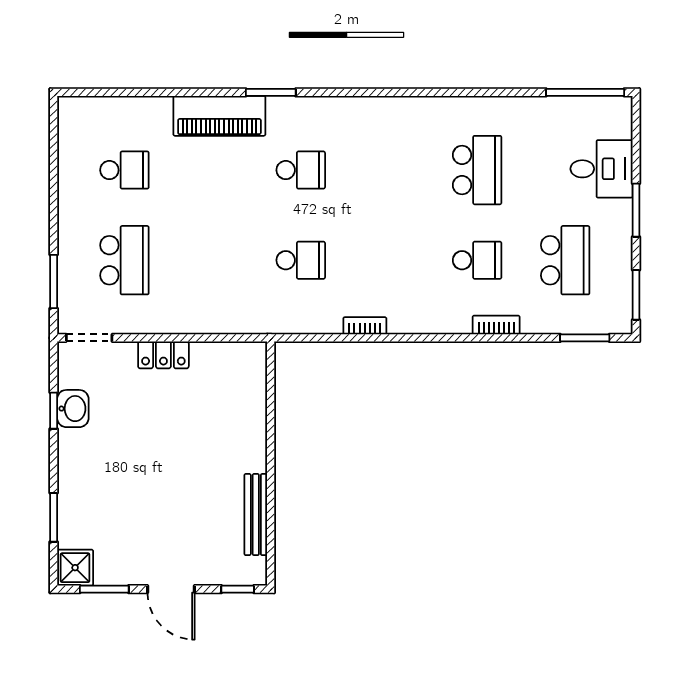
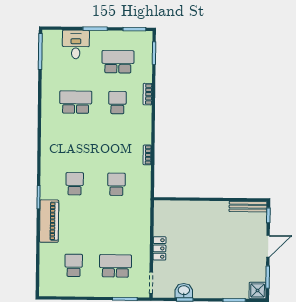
bench: (256, 515) -> (248, 207), moved

